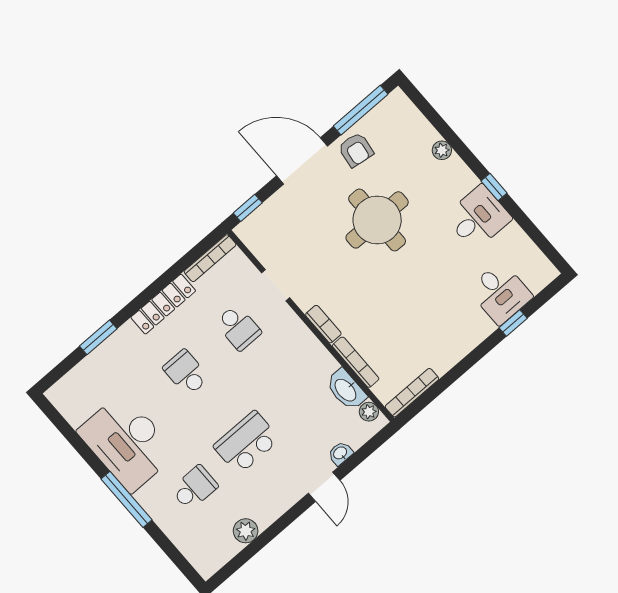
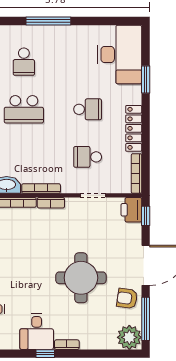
plant: (442, 150) -> (129, 337), moved, width x1.87, depth x1.87
bookcase: (464, 172) -> (67, 345), added
printer: (255, 229) -> (131, 210), added
bookcase: (317, 348) -> (41, 189), added
desk: (127, 442) -> (120, 55), moved, turned 90
school desk: (247, 443) -> (24, 109), turned 90

